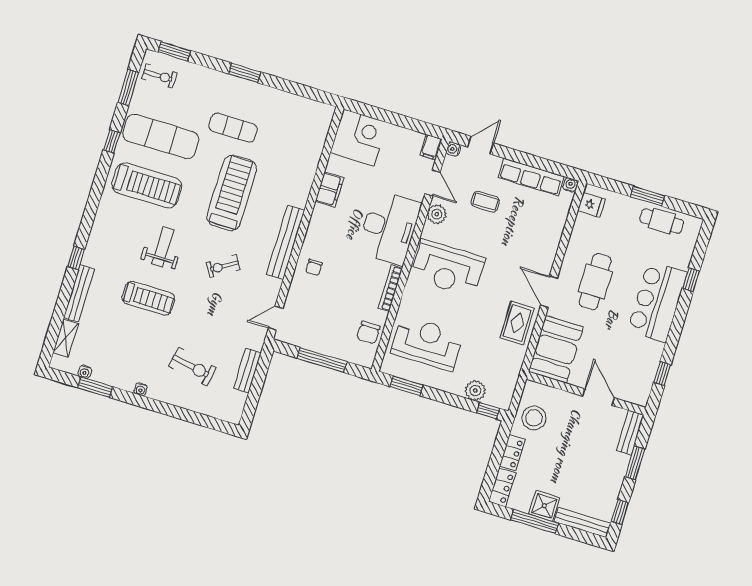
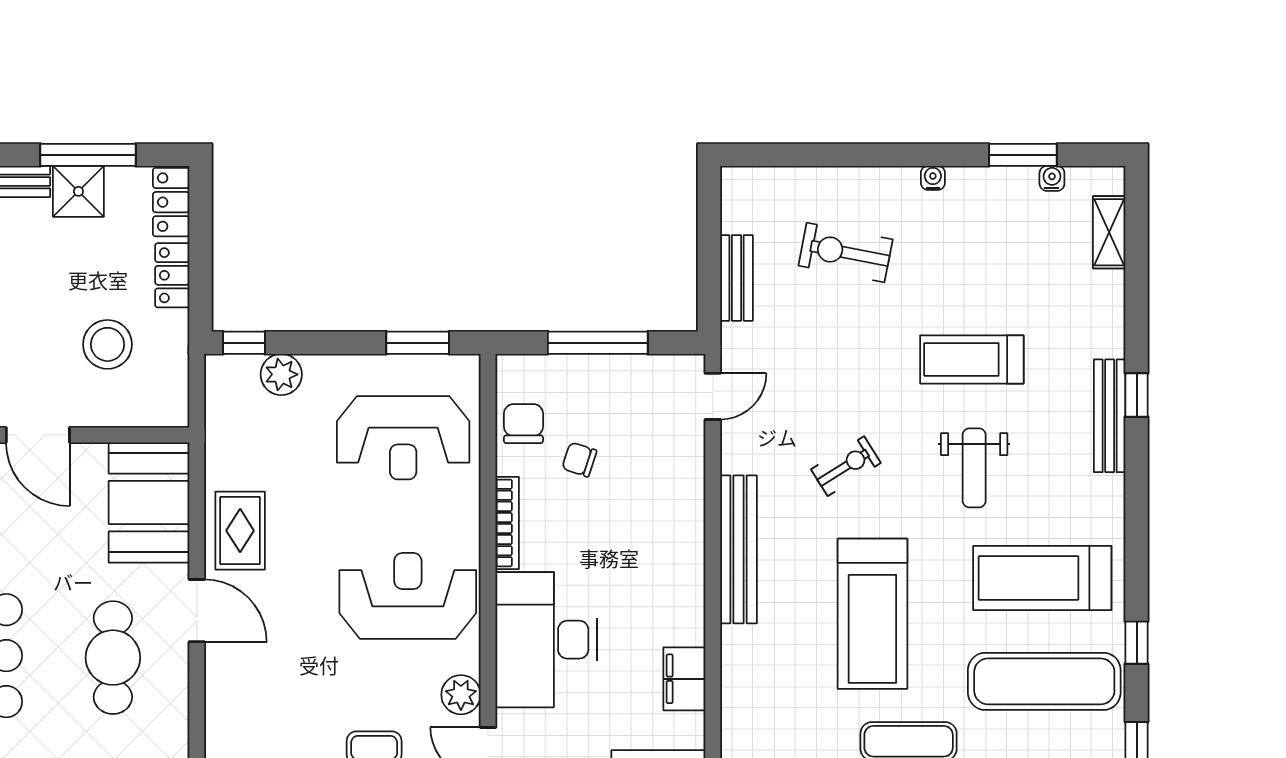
chair: (314, 267) -> (579, 460), moved, turned -72
bench: (79, 293) -> (1110, 416), moved
stool: (534, 418) -> (107, 344), moved

